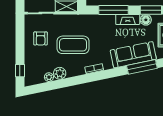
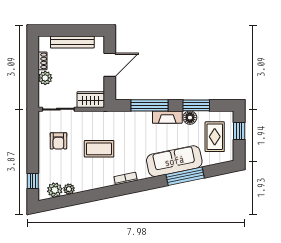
coffee table: (73, 45) -> (99, 149), width x0.73, depth x0.76
plant: (60, 73) -> (55, 190), moved

